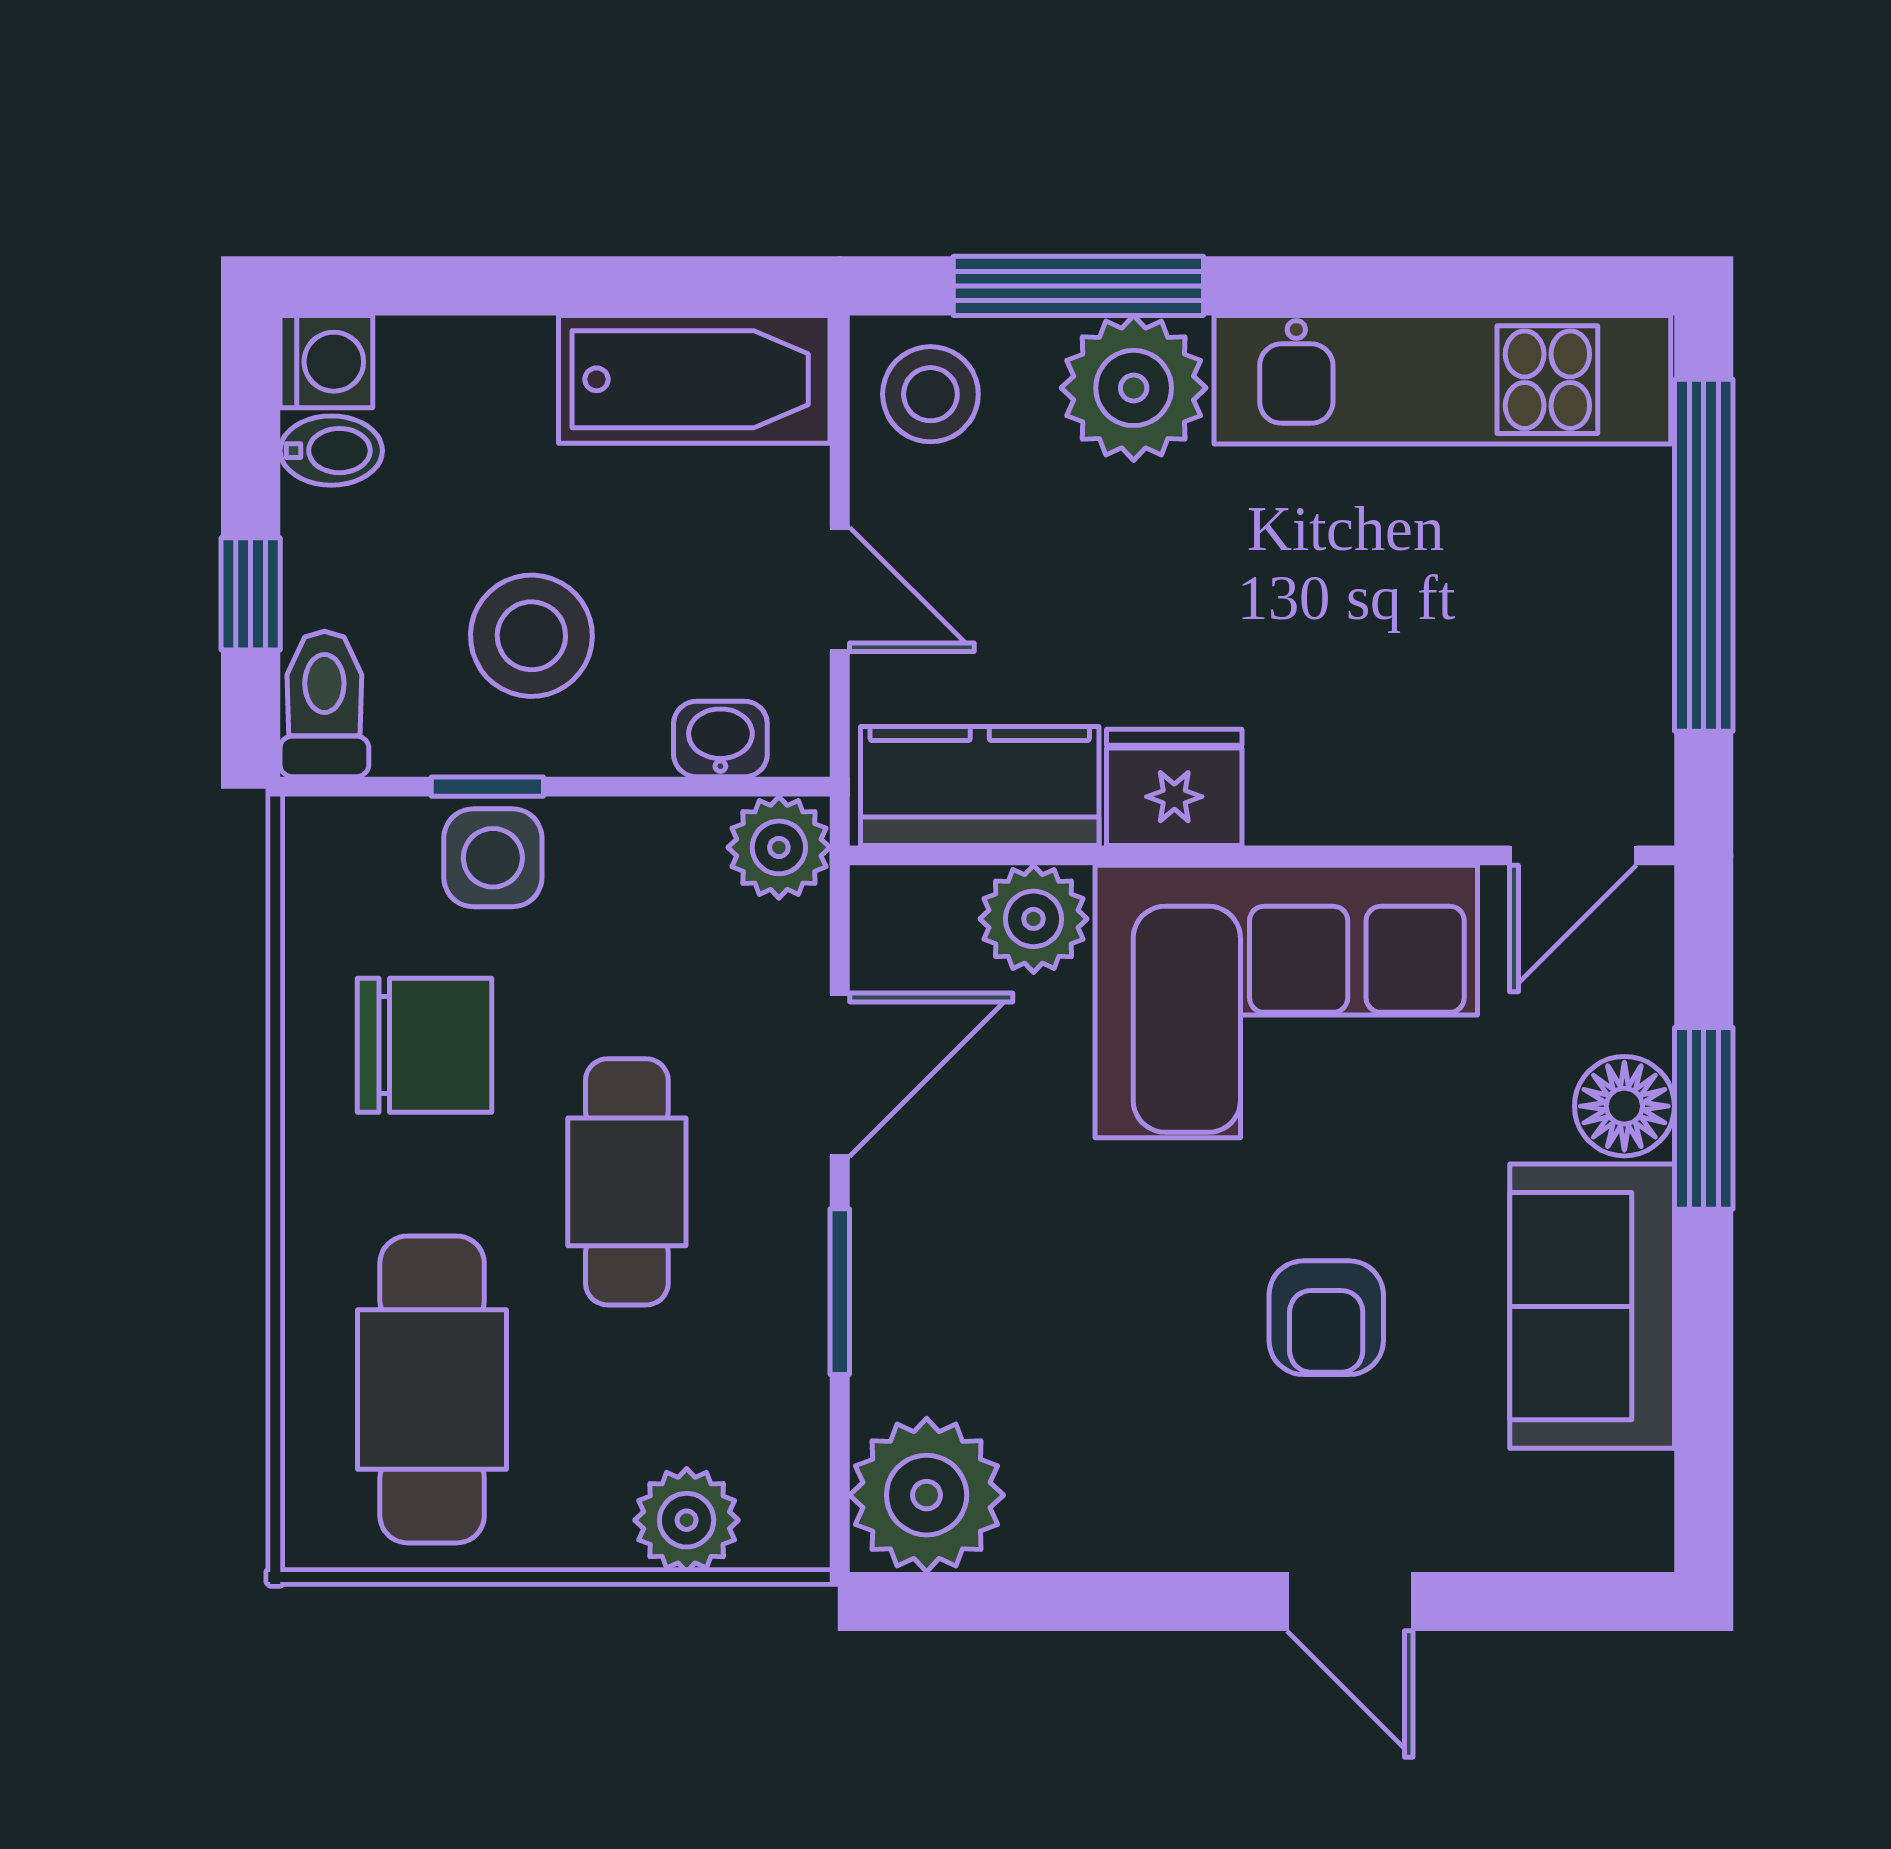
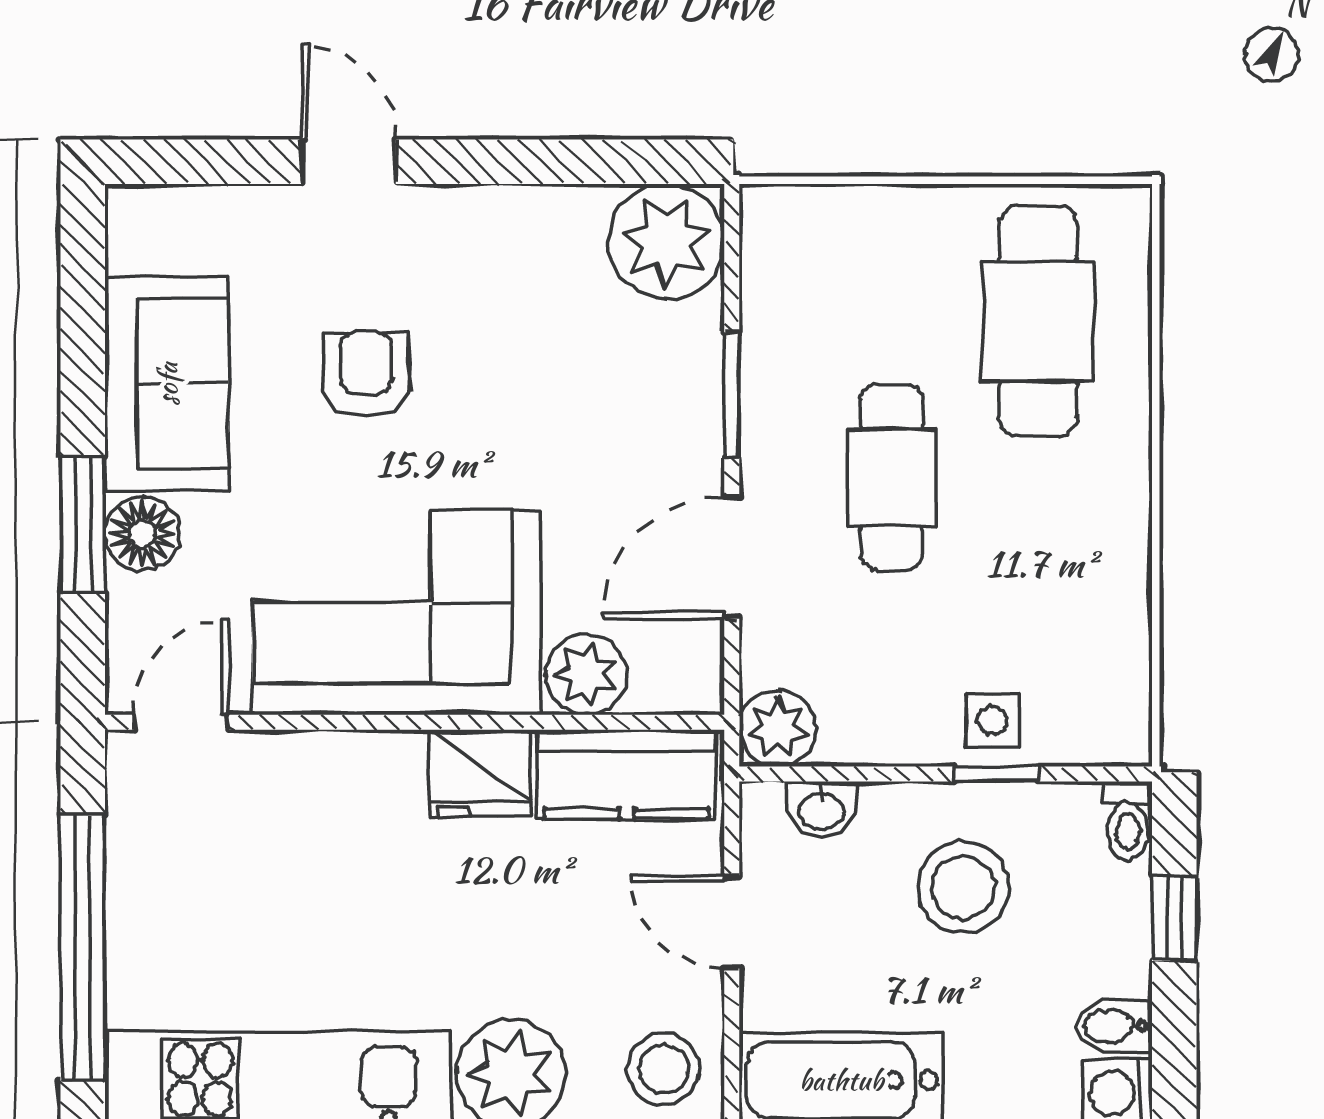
toilet: (324, 704) -> (1128, 821), width x0.73, depth x0.72
side table: (493, 858) -> (992, 720), width x0.73, depth x0.73
chair: (425, 1045) -> (1044, 580), removed
plant: (687, 1520) -> (847, 223), removed

